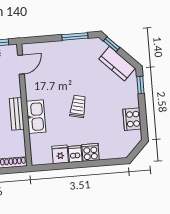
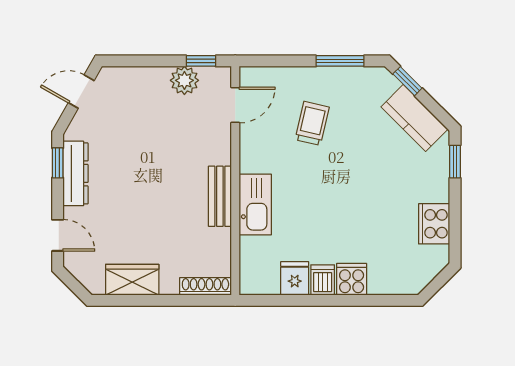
trolley: (78, 106) -> (312, 123), moved

